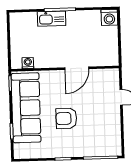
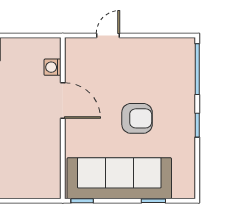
washing machine: (28, 63) -> (52, 67), moved
armchair: (66, 118) -> (137, 118), turned -90

